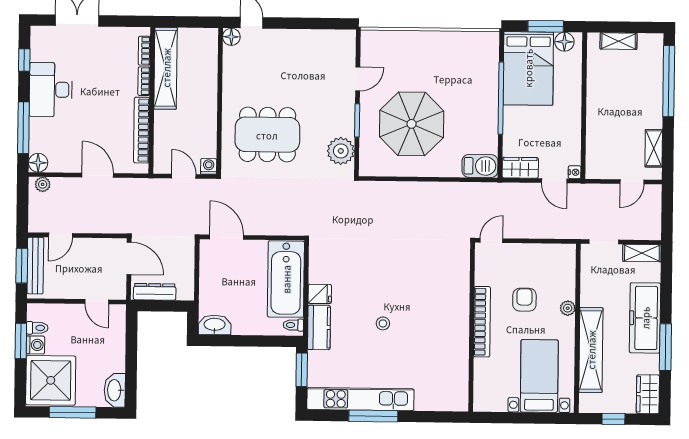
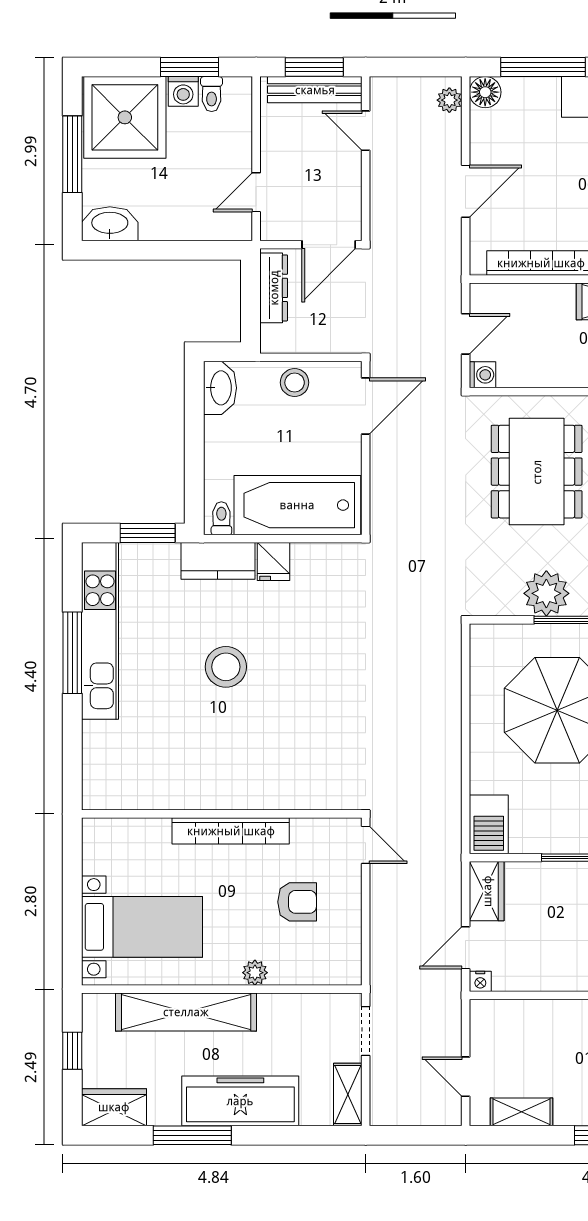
plant: (341, 151) -> (546, 593), moved
stool: (212, 280) -> (295, 383), added
armchair: (524, 300) -> (297, 902), moved
stool: (383, 323) -> (226, 667), width x1.89, depth x1.89

